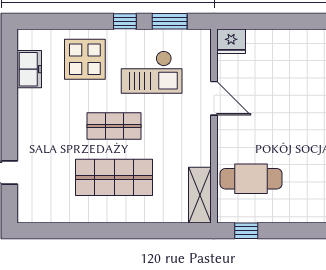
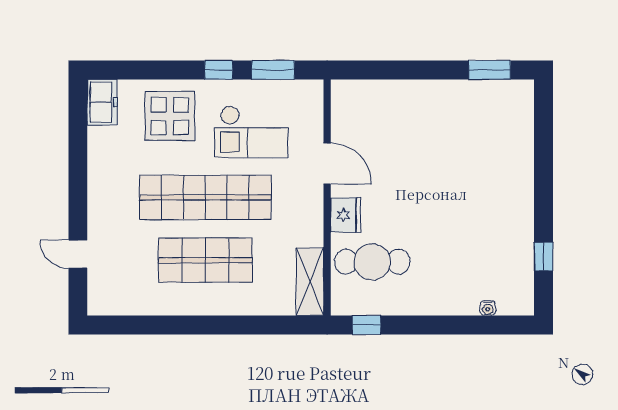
fridge: (231, 41) -> (346, 215), moved, turned -90
freezer: (29, 69) -> (102, 102), moved
shop shelf: (114, 126) -> (205, 197), width x2.00, depth x1.36

